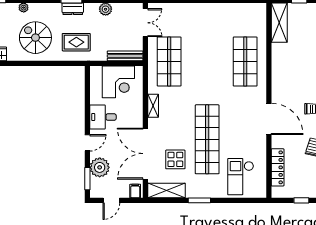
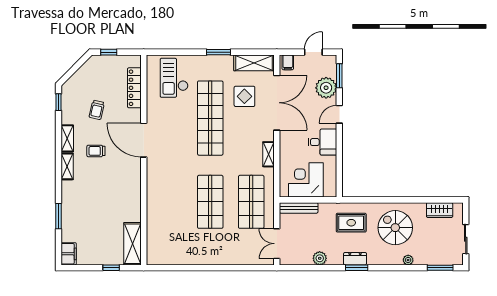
spiral stairs: (35, 38) -> (395, 228), turned 180
shop shelf: (245, 62) -> (210, 202), moved
checkout: (241, 177) -> (174, 78), turned 180

